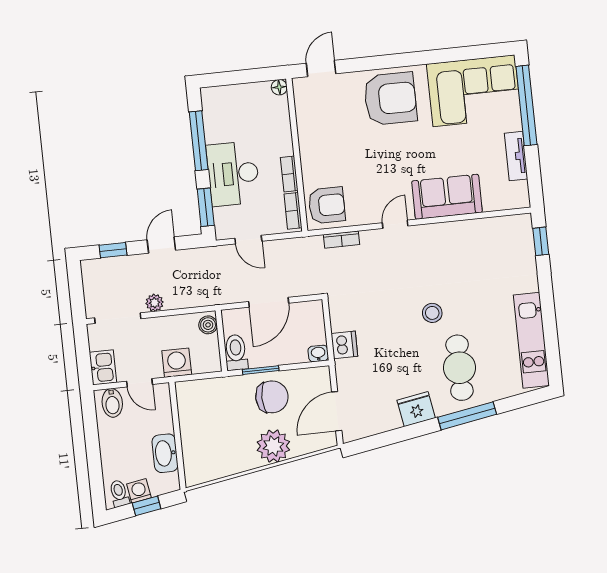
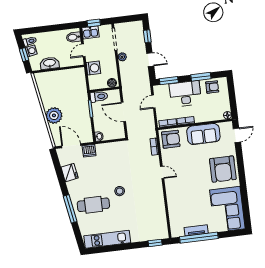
door: (321, 68) -> (237, 135), hinge flipped
window: (526, 105) -> (199, 238), moved
armchair: (220, 118) -> (212, 87), added
window: (199, 141) -> (201, 77), width x0.69
sofa: (447, 197) -> (203, 134), moved, turned 90
armchair: (327, 205) -> (171, 139), turned -90
dishwasher: (344, 345) -> (89, 151), moved
window: (84, 360) -> (94, 23), added
chair: (272, 397) -> (78, 114), removed
fridge: (416, 409) -> (70, 173), moved

